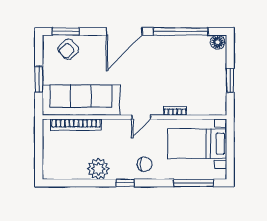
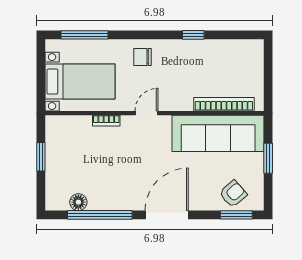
floor lamp: (218, 42) -> (78, 202), moved
plant: (98, 169) -> (197, 52), removed
window: (125, 183) -> (193, 35), moved

